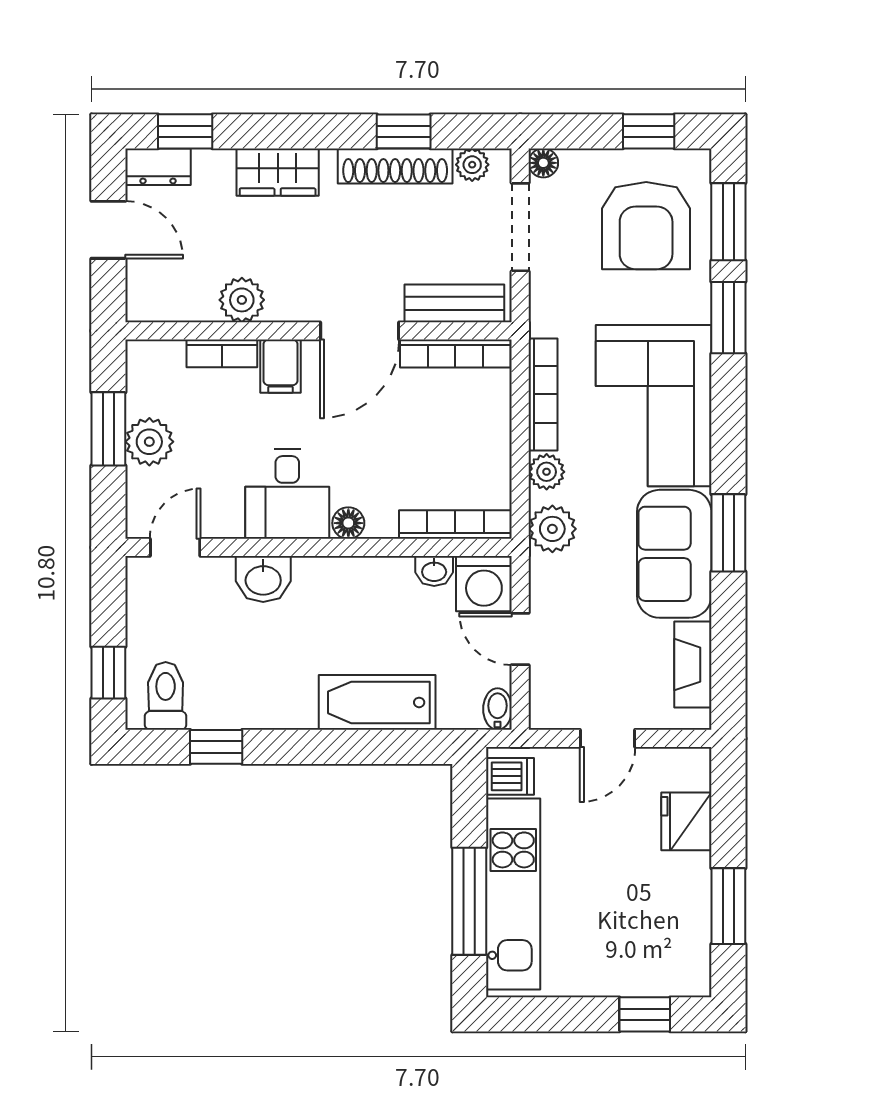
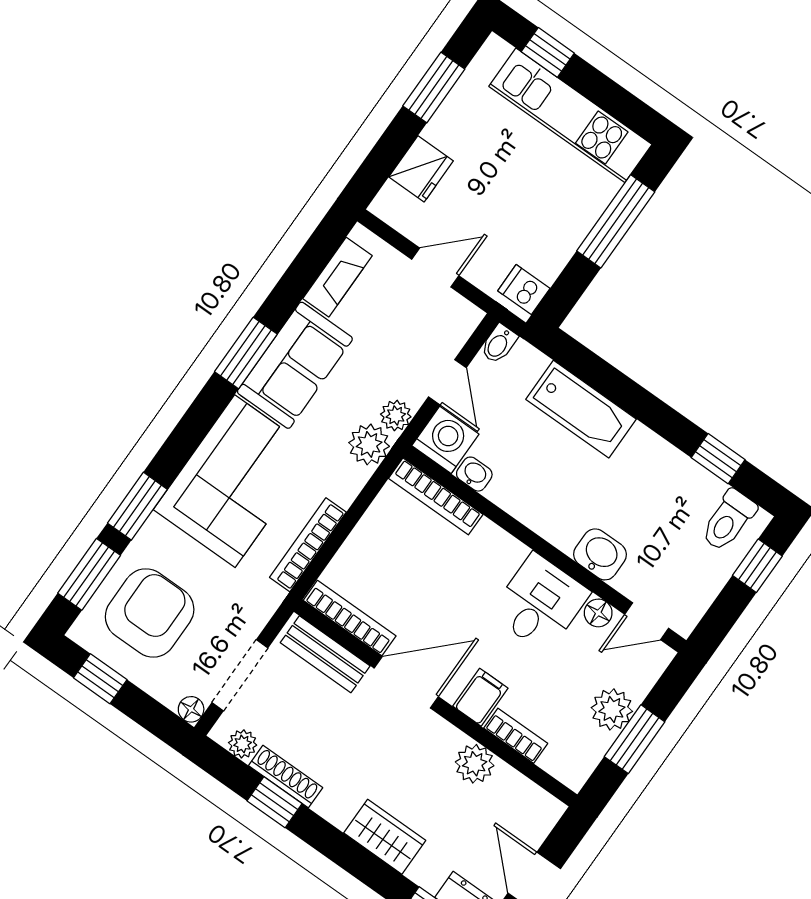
shoe rack: (395, 166) -> (286, 777), width x0.74, depth x0.81
plant: (547, 472) -> (396, 415), moved
floor lamp: (348, 523) -> (598, 613), moved
kitchen unit: (513, 894) -> (570, 115), moved, turned -90

